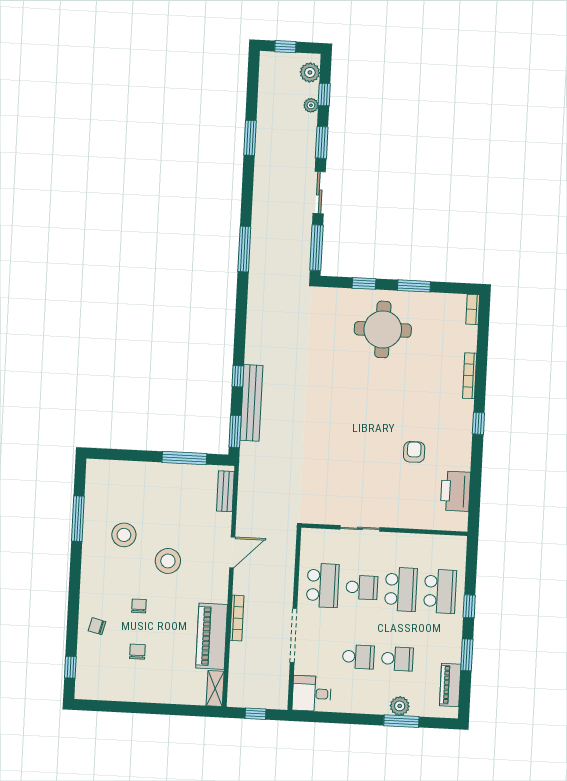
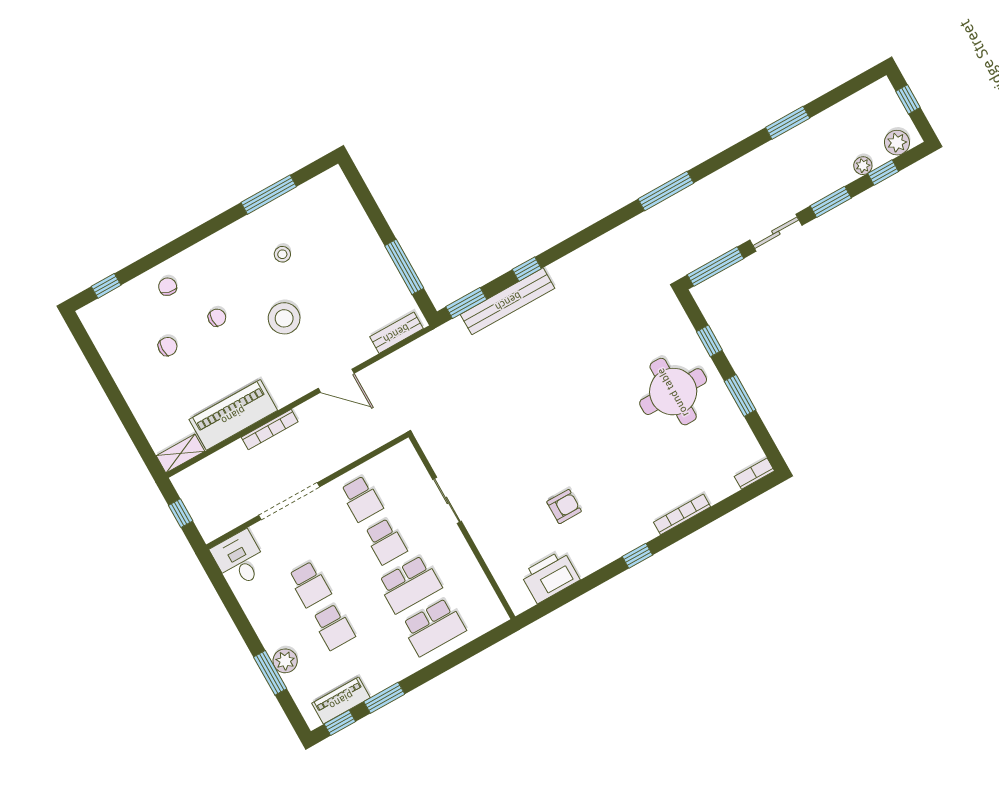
stool: (124, 535) -> (282, 254), width x0.53, depth x0.53
school desk: (323, 585) -> (362, 499), width x0.54
window: (469, 606) -> (340, 723), moved

